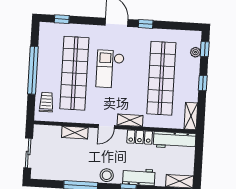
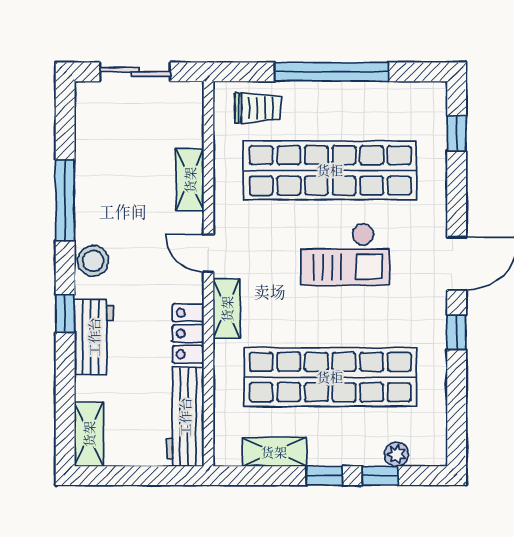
window: (205, 49) -> (380, 476), moved
checkout: (110, 69) -> (345, 254), turned 180
shelving: (191, 116) -> (274, 452), moved

